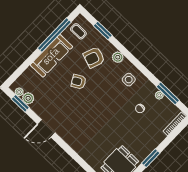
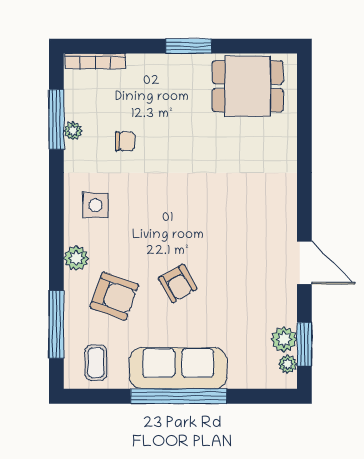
window: (103, 30) -> (56, 324), width x1.44
window: (54, 35) -> (179, 396), moved

